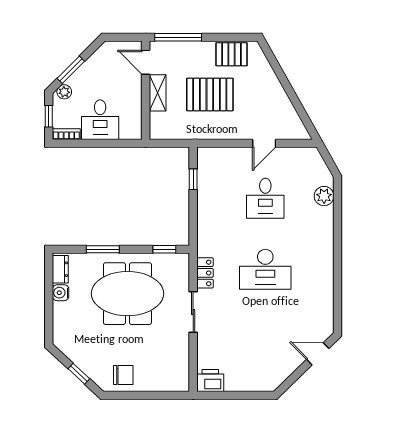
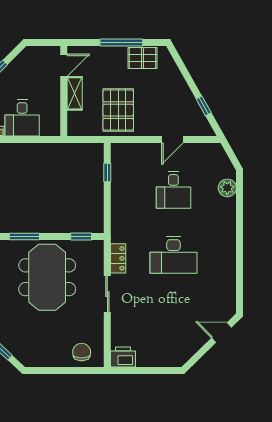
window: (178, 37) -> (121, 42), moved
door: (146, 62) -> (64, 65), swing flipped
pallet: (210, 94) -> (118, 110), moved, turned 90
window: (298, 106) -> (204, 106), added
meeting table: (127, 294) -> (47, 277), turned 90
chair: (123, 375) -> (82, 352), moved, turned -90

